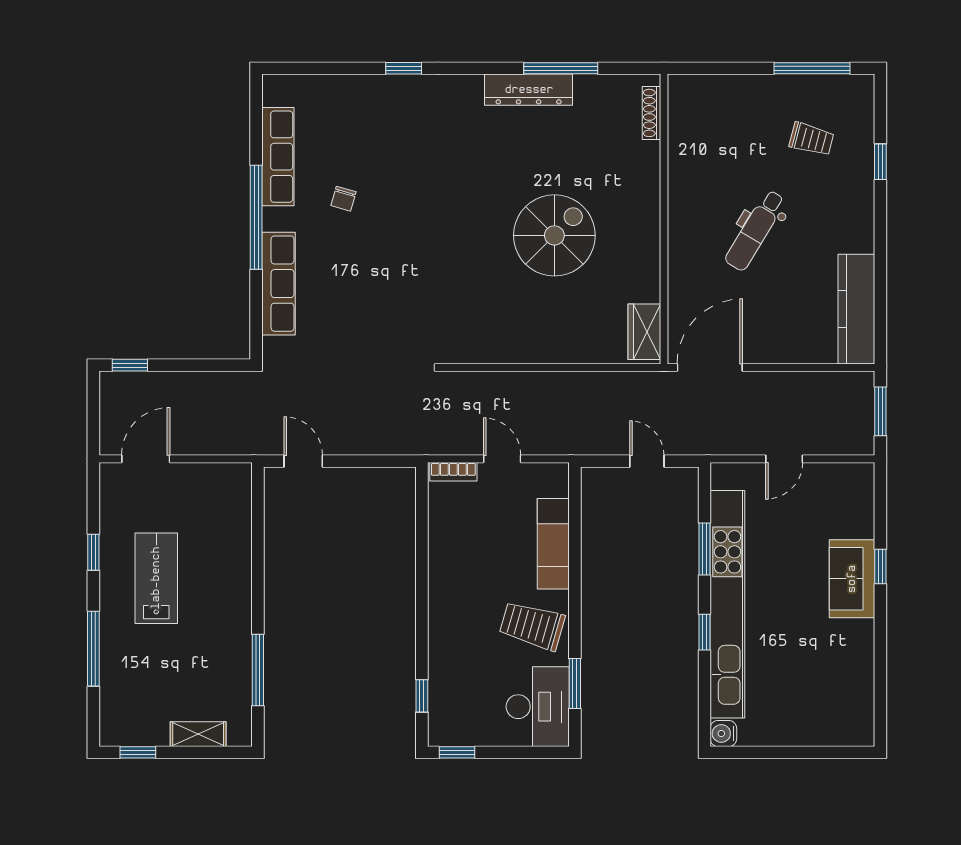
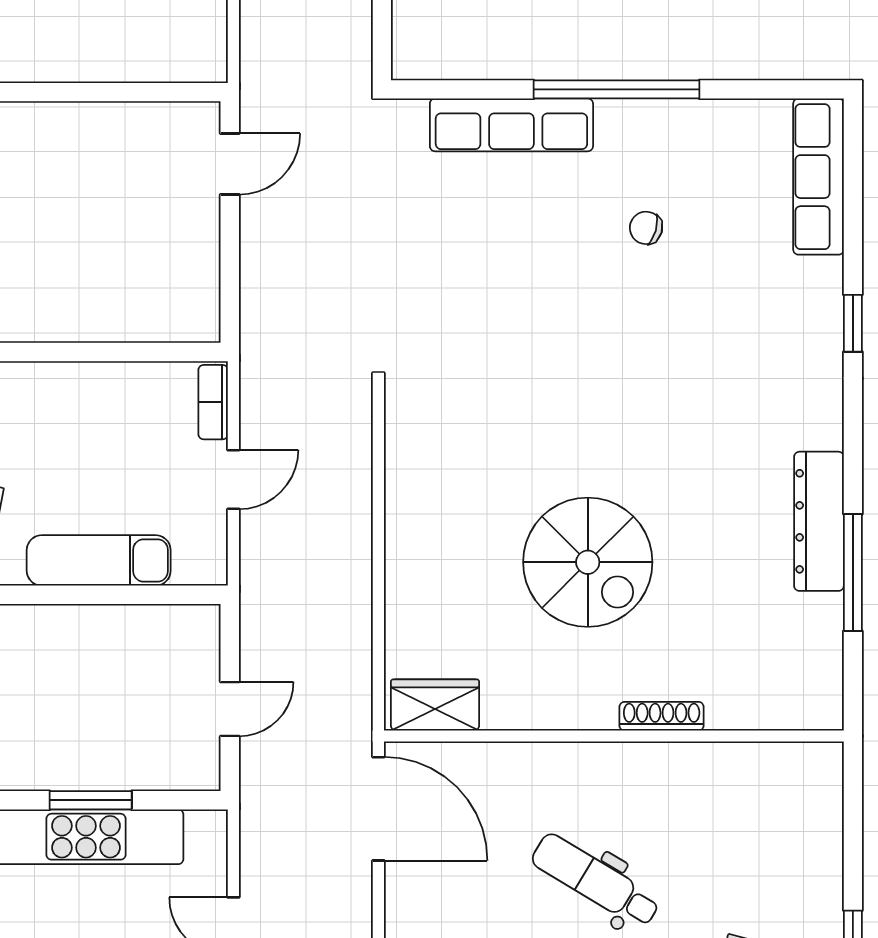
shoe rack: (651, 113) -> (662, 716), moved
row of seats: (278, 157) -> (819, 177), moved, turned 90

